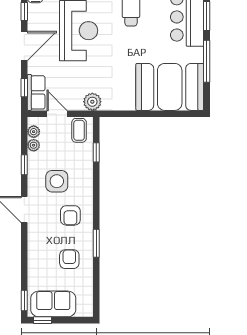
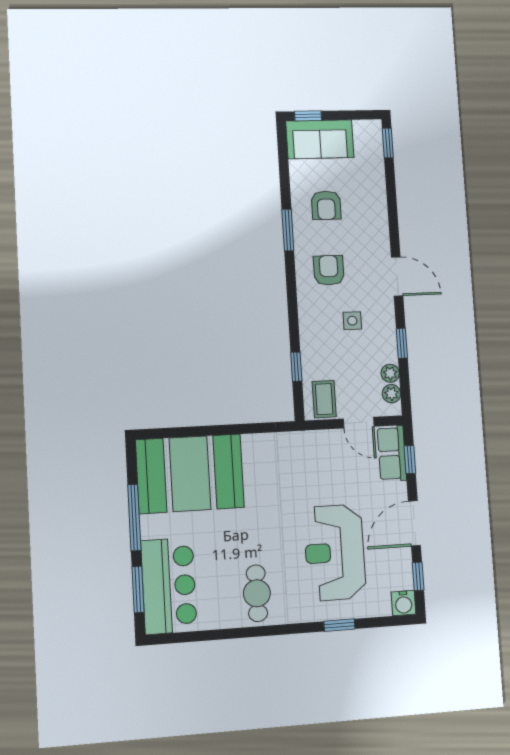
plant: (92, 102) -> (307, 444), removed
side table: (57, 181) -> (352, 321), width x0.54, depth x0.54
sofa: (53, 304) -> (320, 139), moved
window: (42, 320) -> (308, 116), moved

